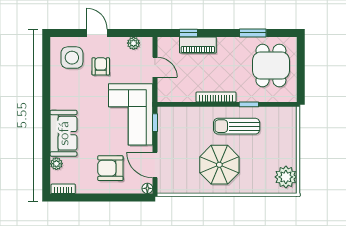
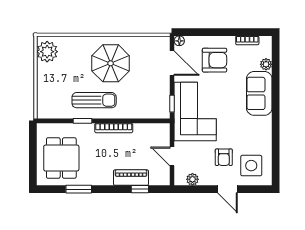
bookcase: (63, 189) -> (247, 40), moved

